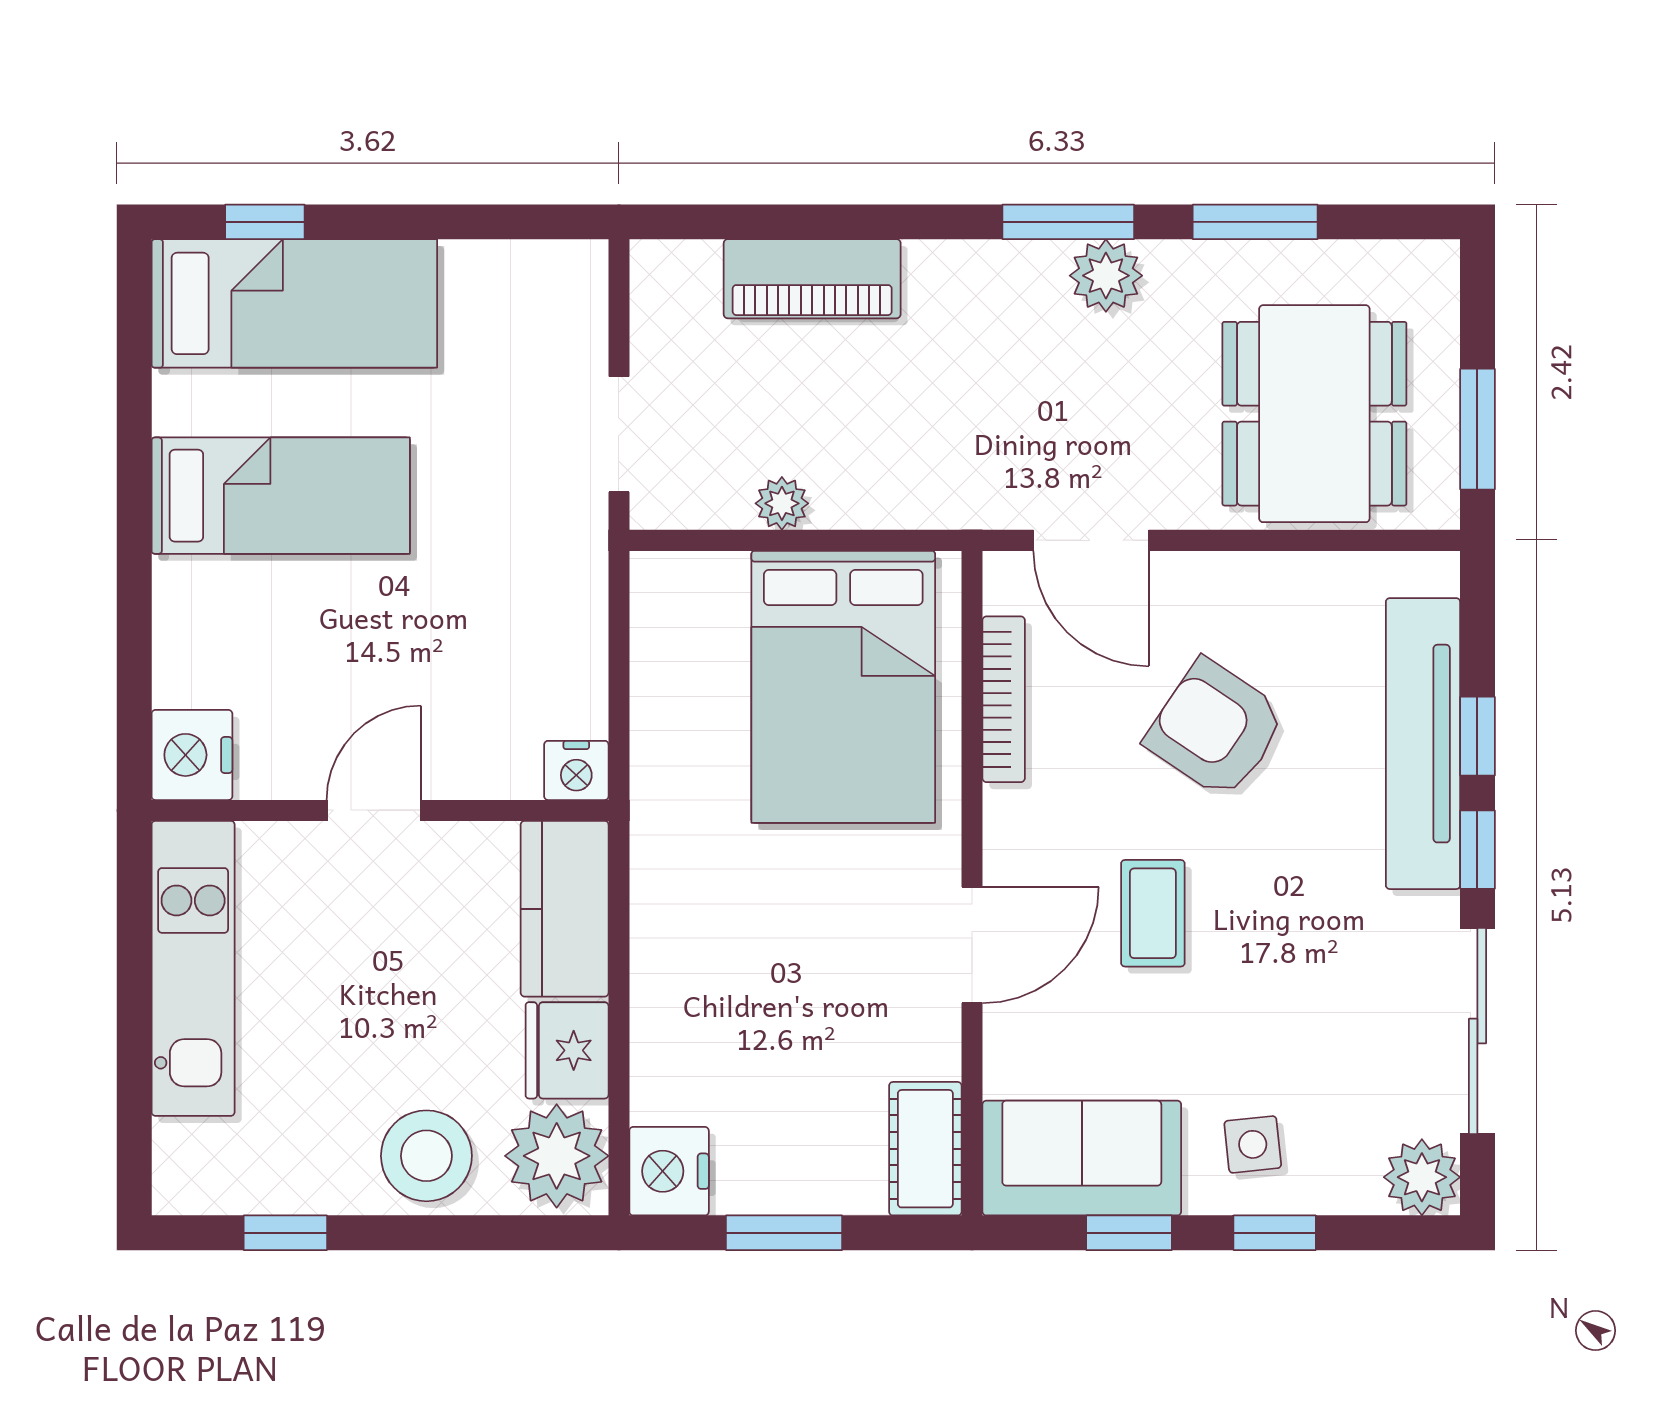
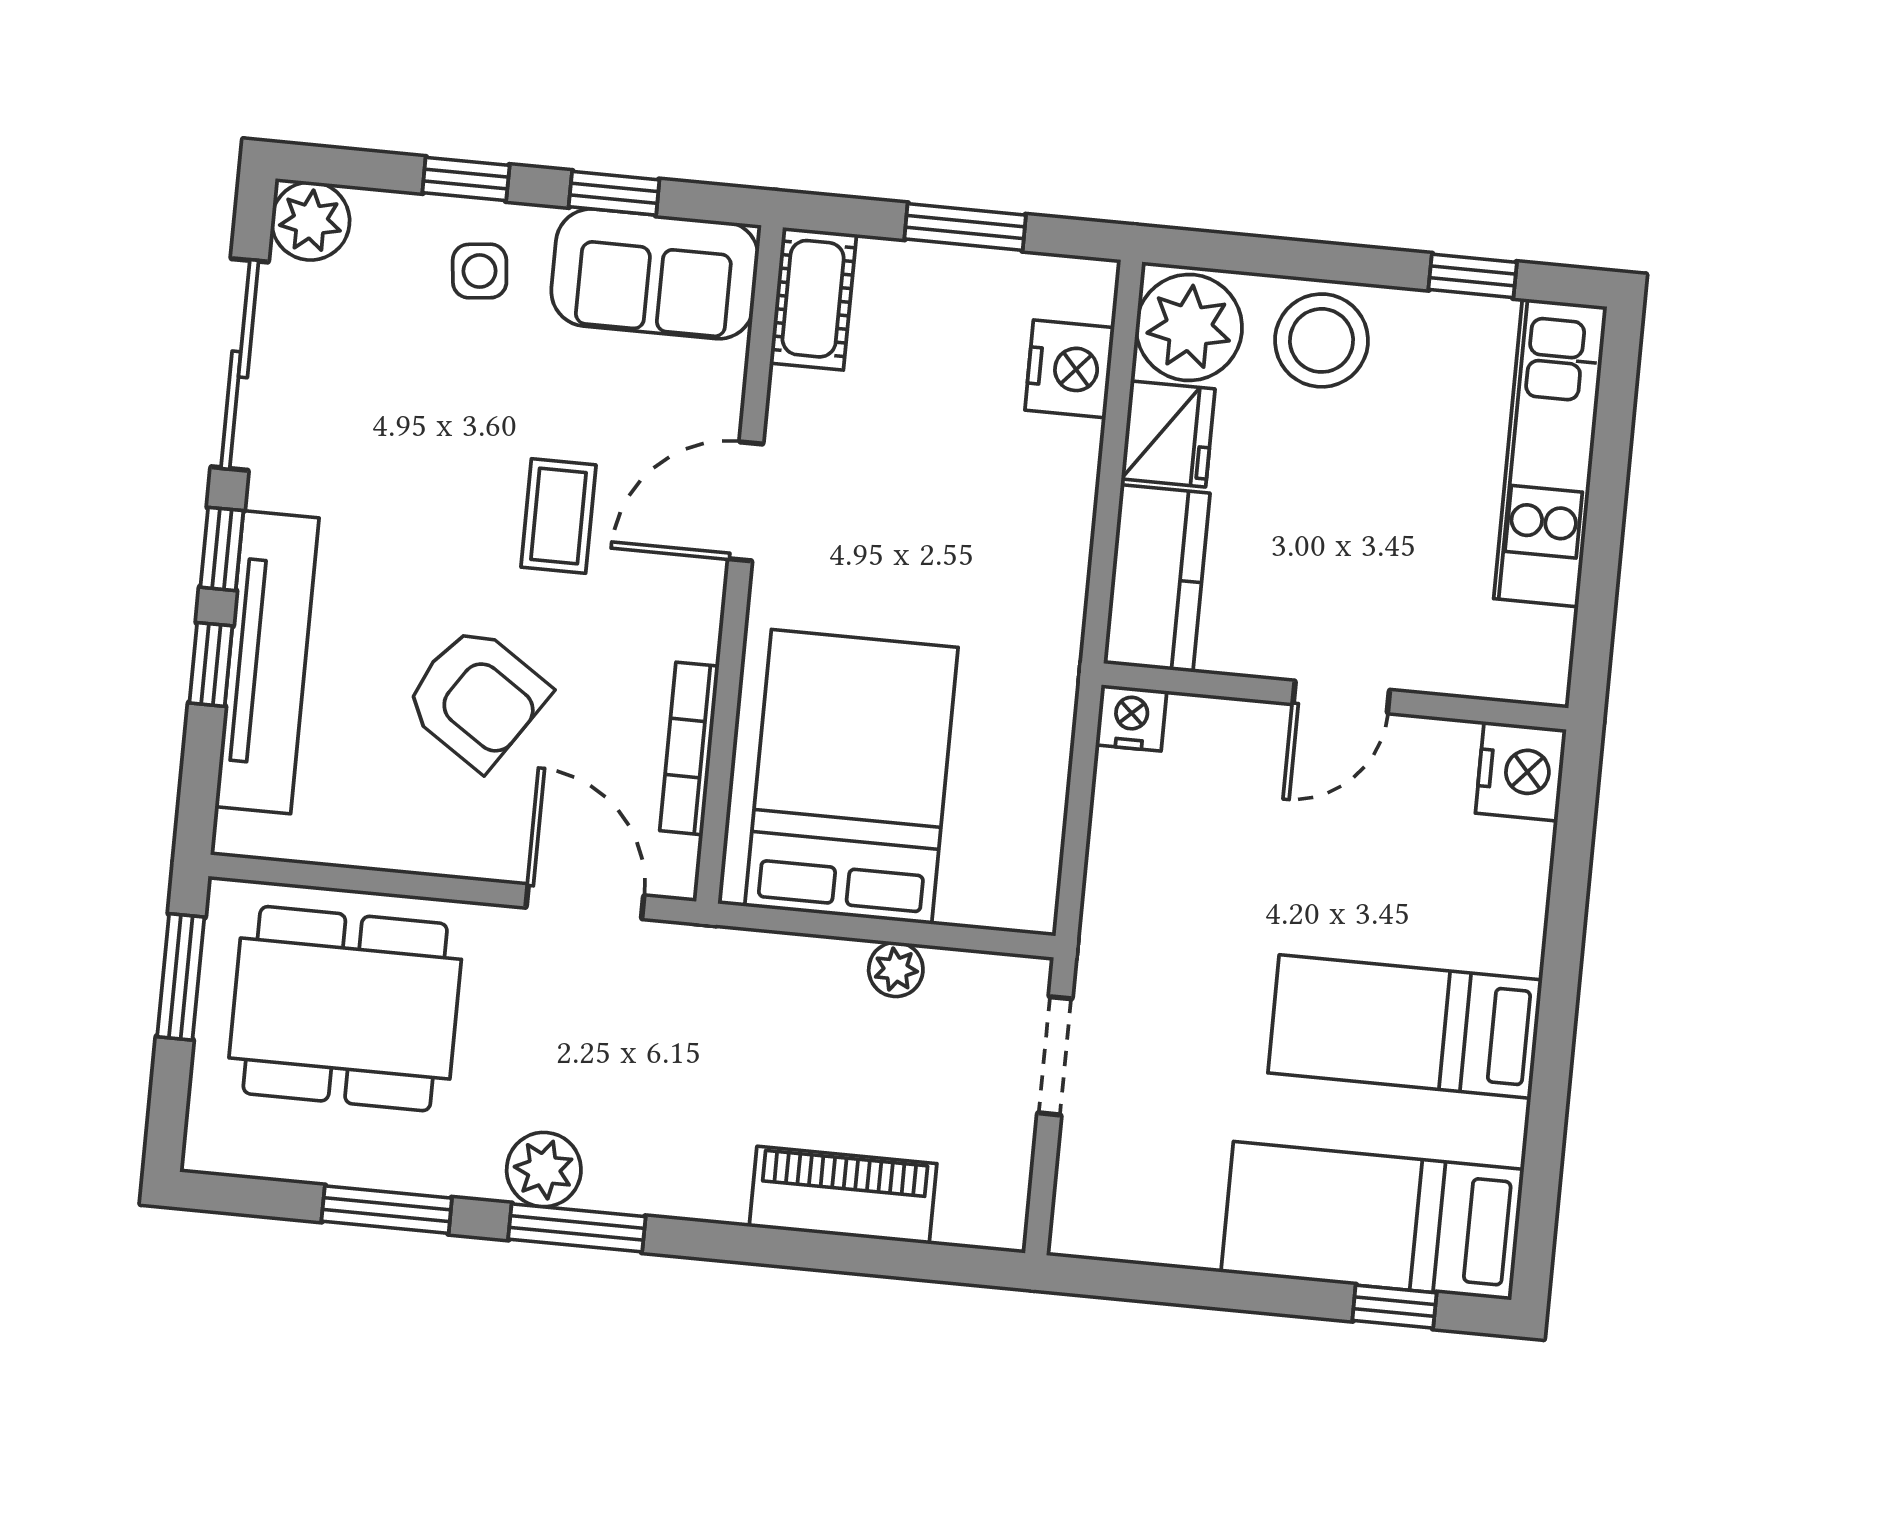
dining table: (1314, 414) -> (345, 1009), turned 90
kitchen unit: (193, 968) -> (1550, 453), moved
nightstand: (669, 1171) -> (1070, 369), moved

